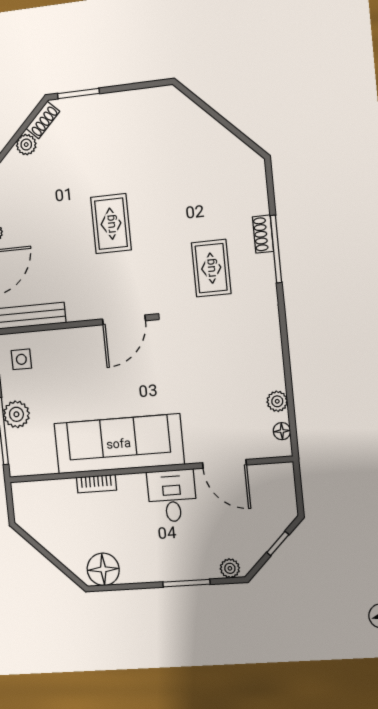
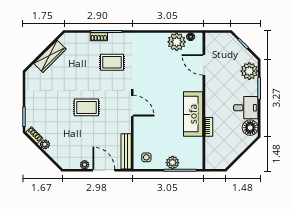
wardrobe: (211, 133) -> (50, 56), added
plant: (277, 401) -> (177, 42), width x1.87, depth x1.87
sofa: (119, 444) -> (193, 114), width x0.74, depth x0.79
door: (225, 464) -> (204, 65), swing flipped
desk: (172, 496) -> (246, 108), moved, turned 180
plant: (230, 568) -> (249, 71), width x1.88, depth x1.88

